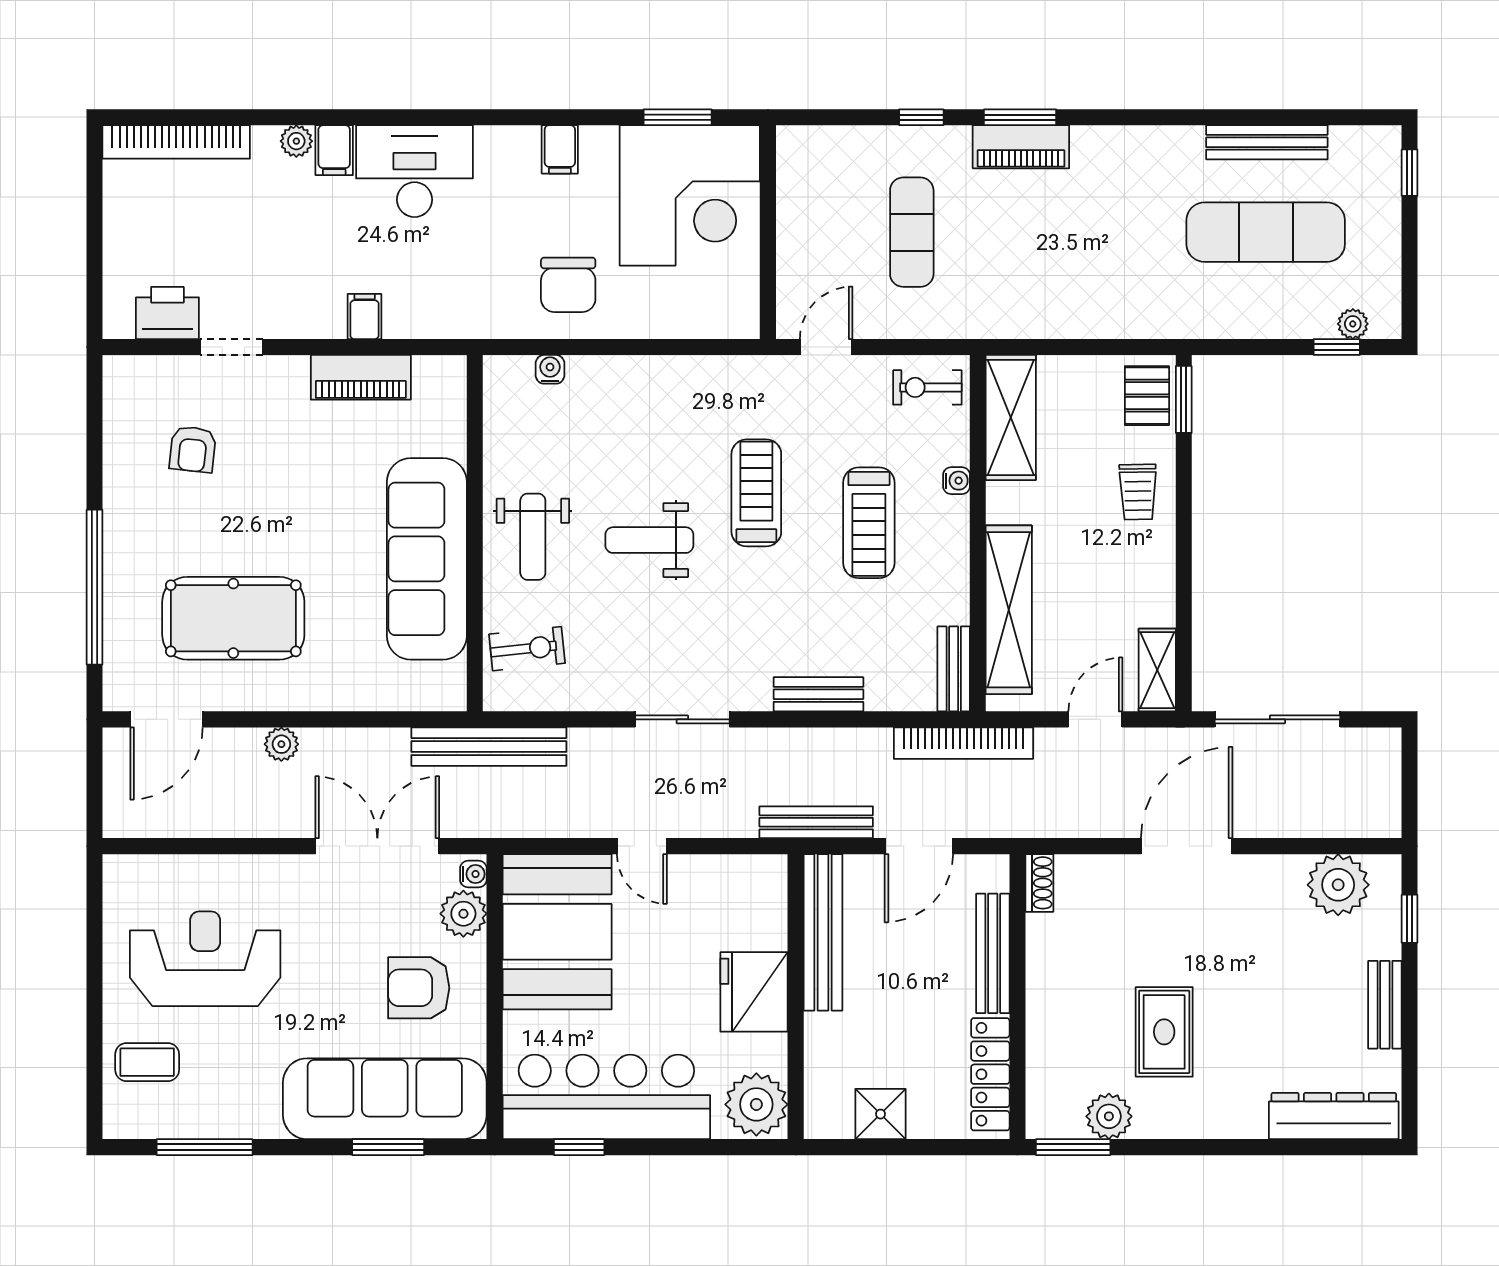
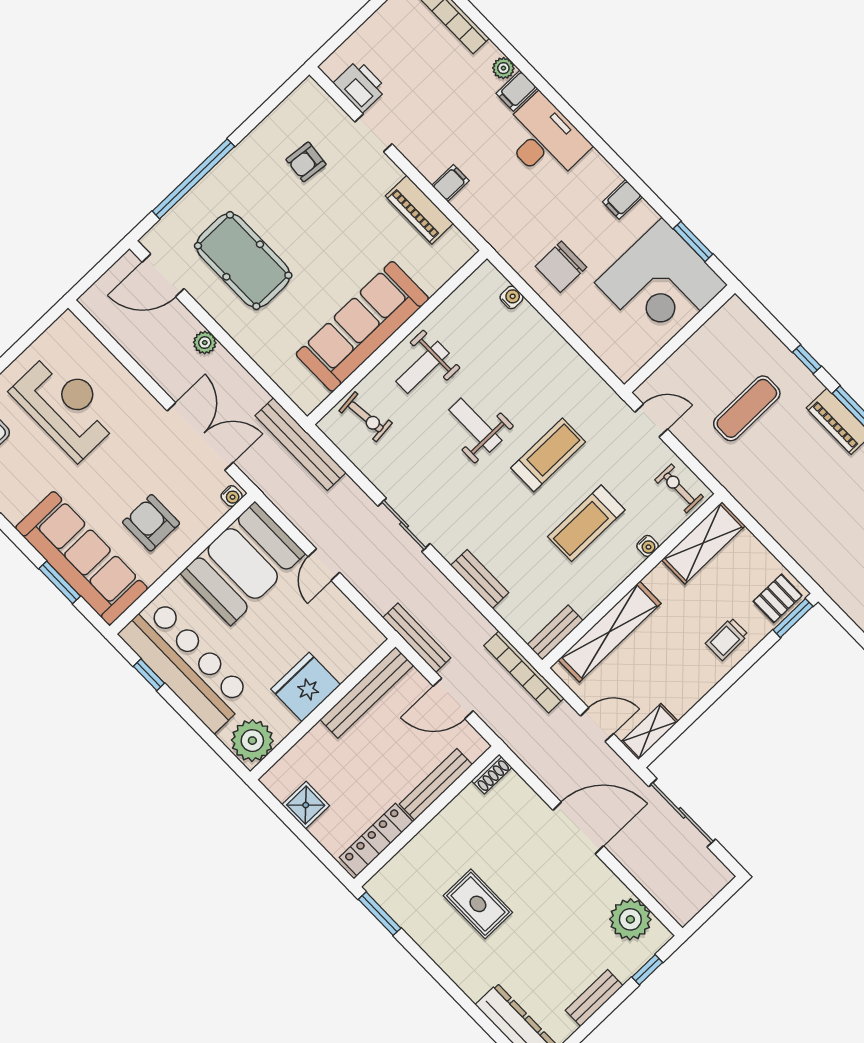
plant: (463, 914) -> (208, 510), removed
rug: (1164, 1032) -> (478, 904), turned 90
plant: (1109, 1116) -> (411, 917), removed

